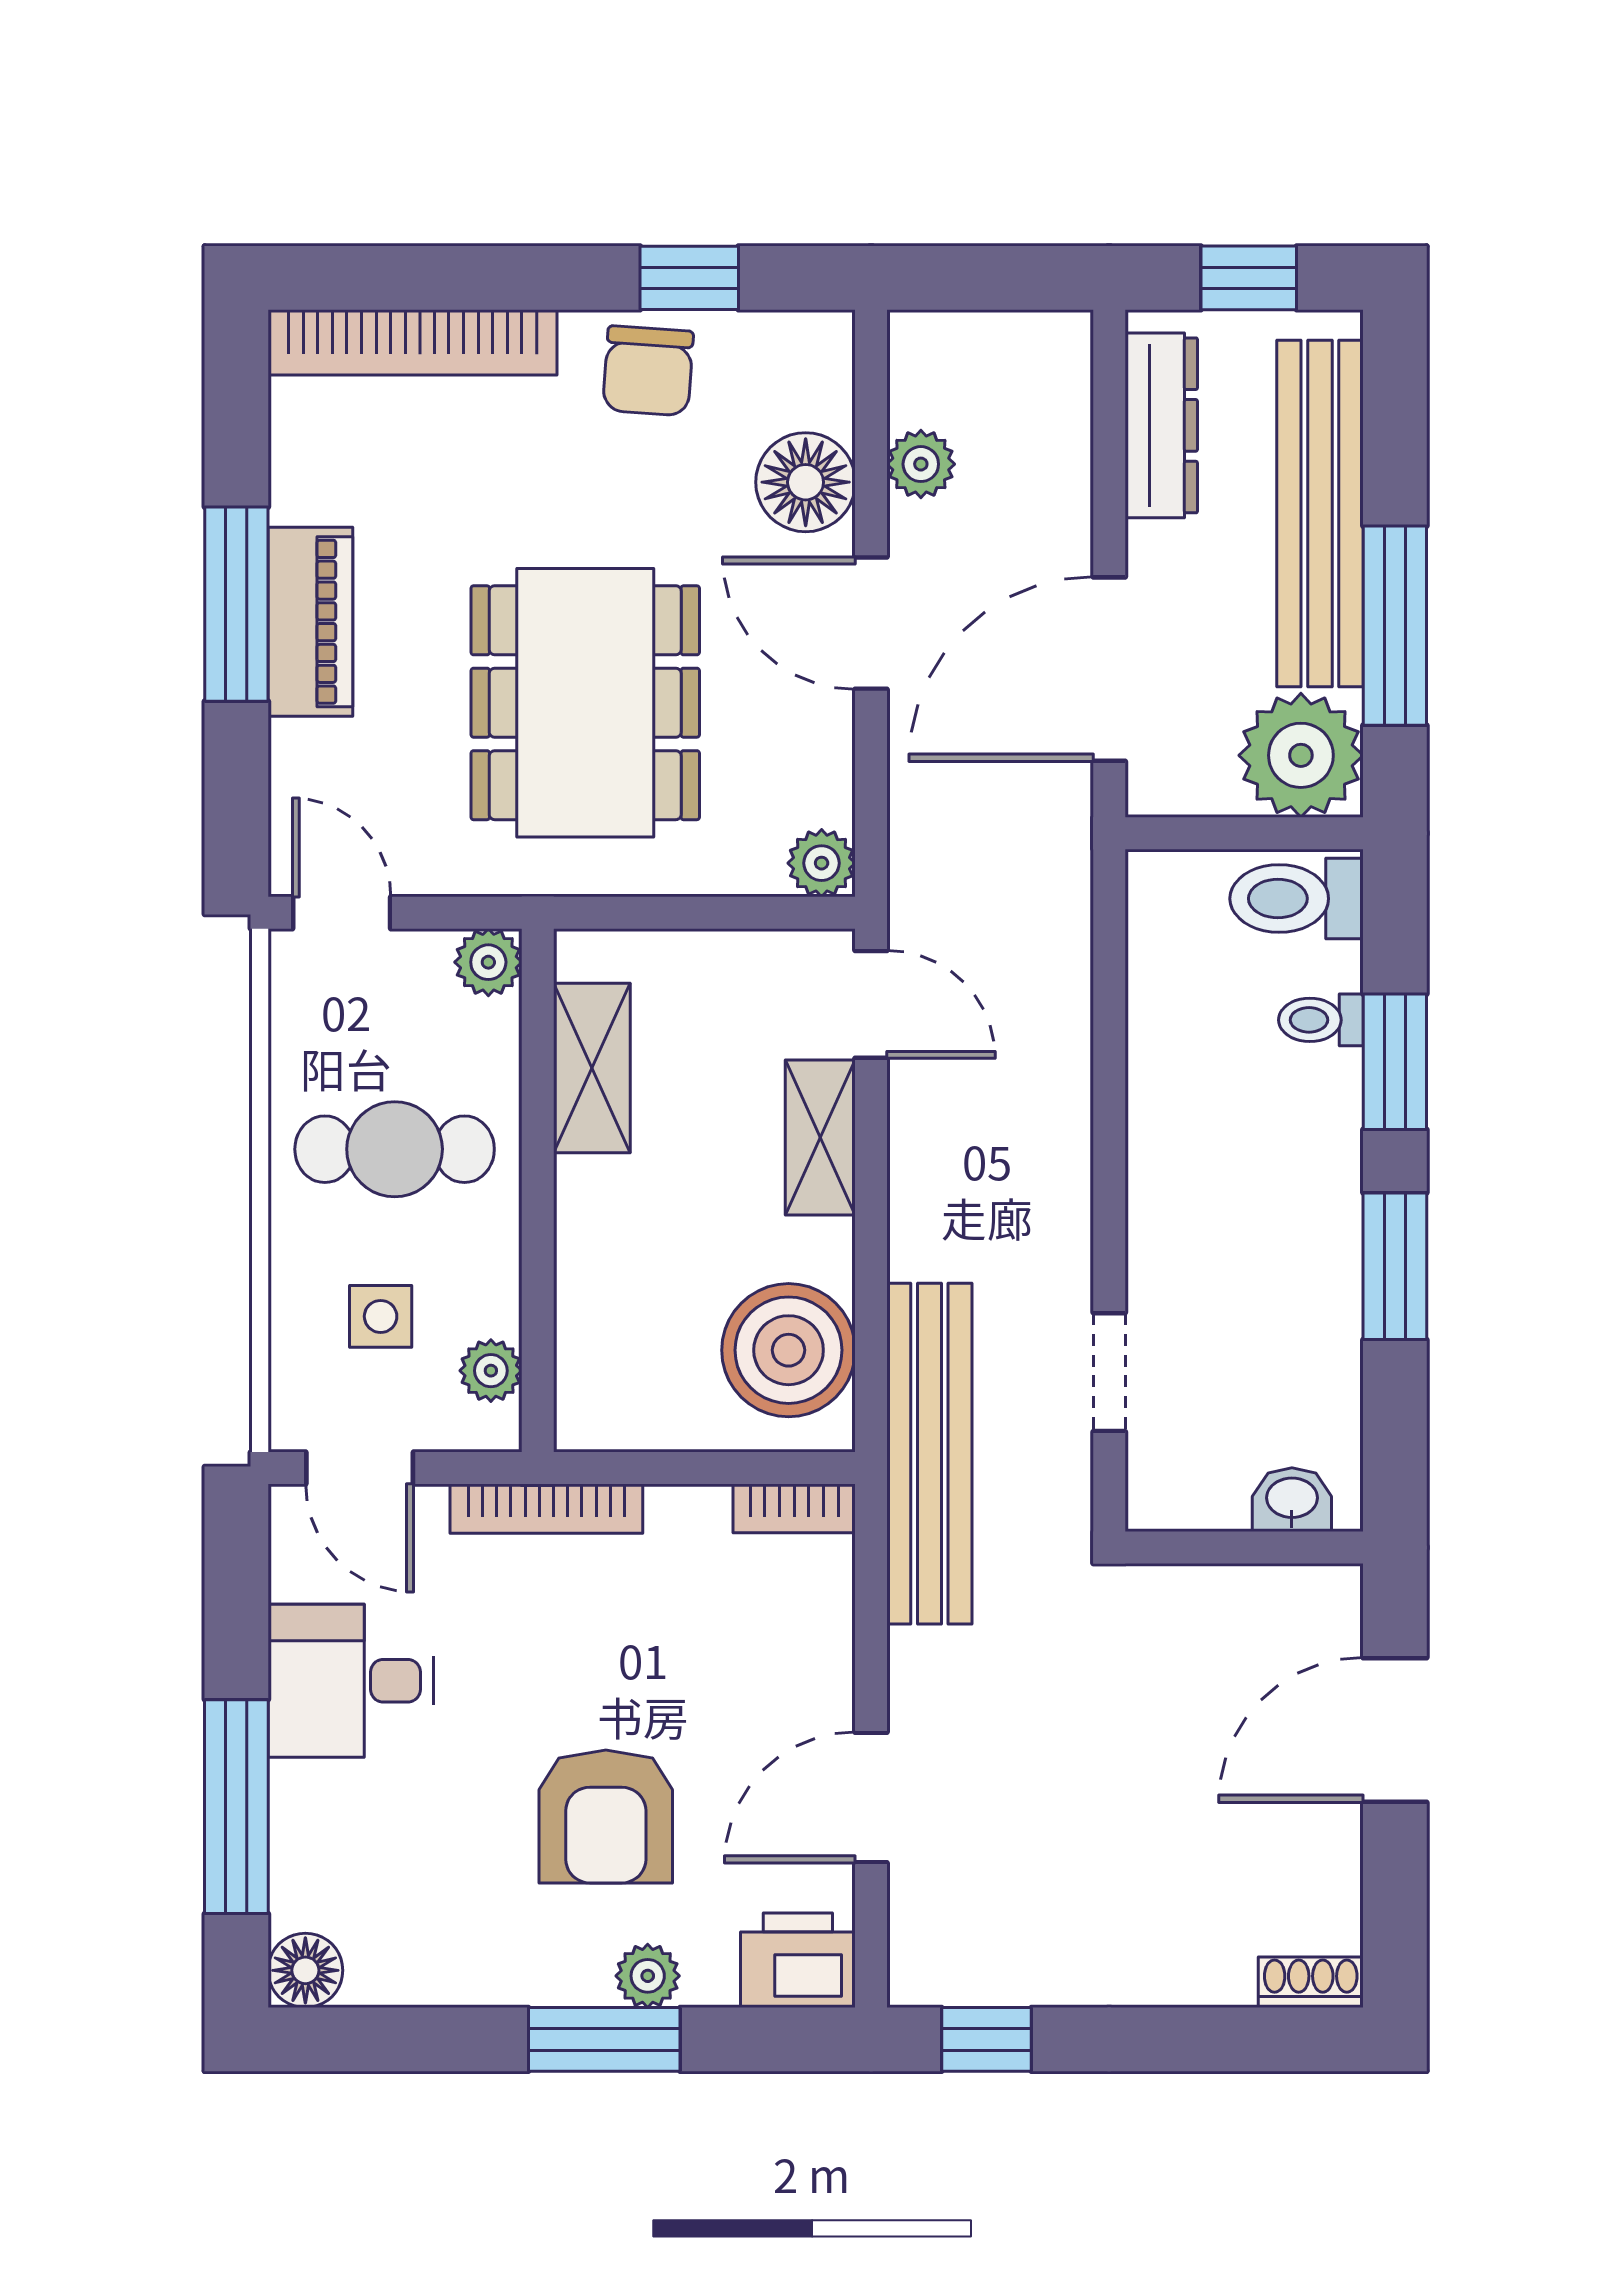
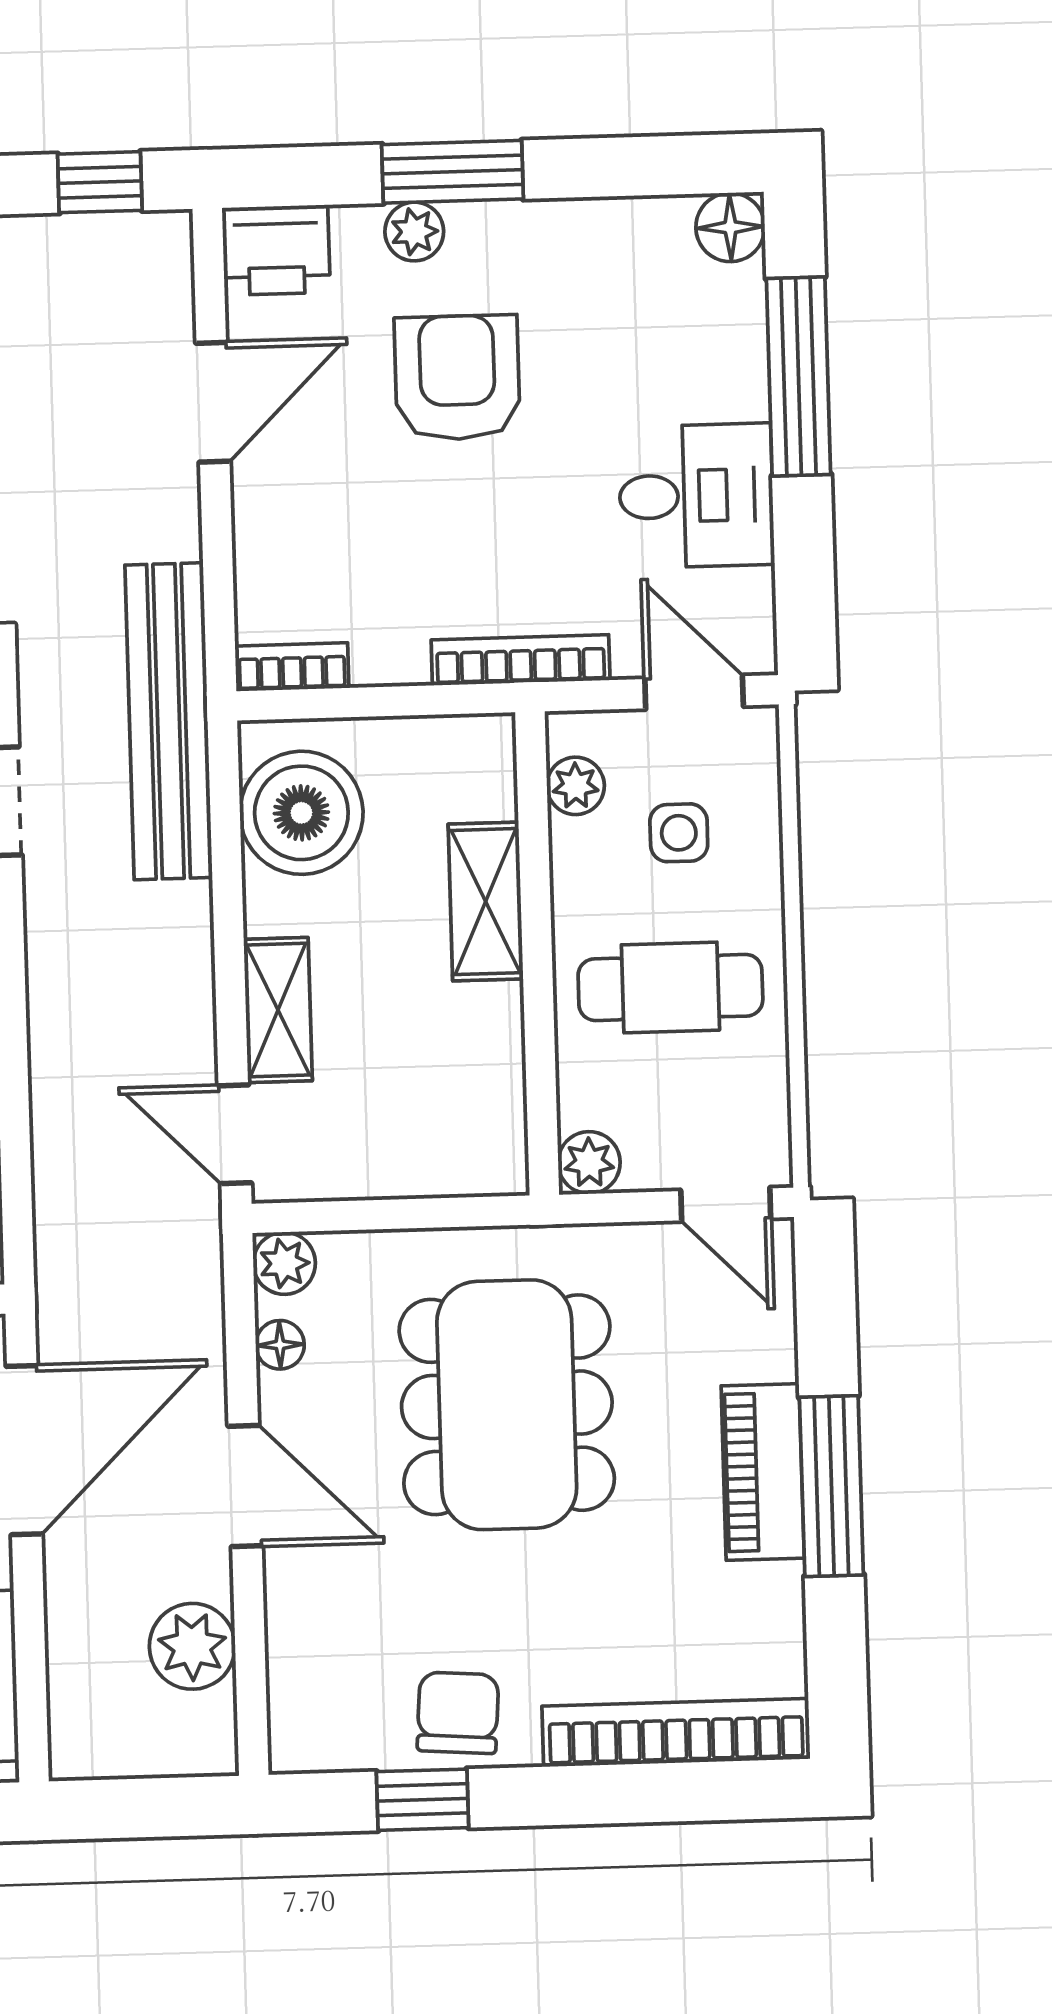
plant: (921, 464) -> (192, 1646), width x1.38, depth x1.38
floor lamp: (806, 482) -> (280, 1345), moved, width x0.53, depth x0.53
shelving: (592, 1068) -> (486, 902), moved

